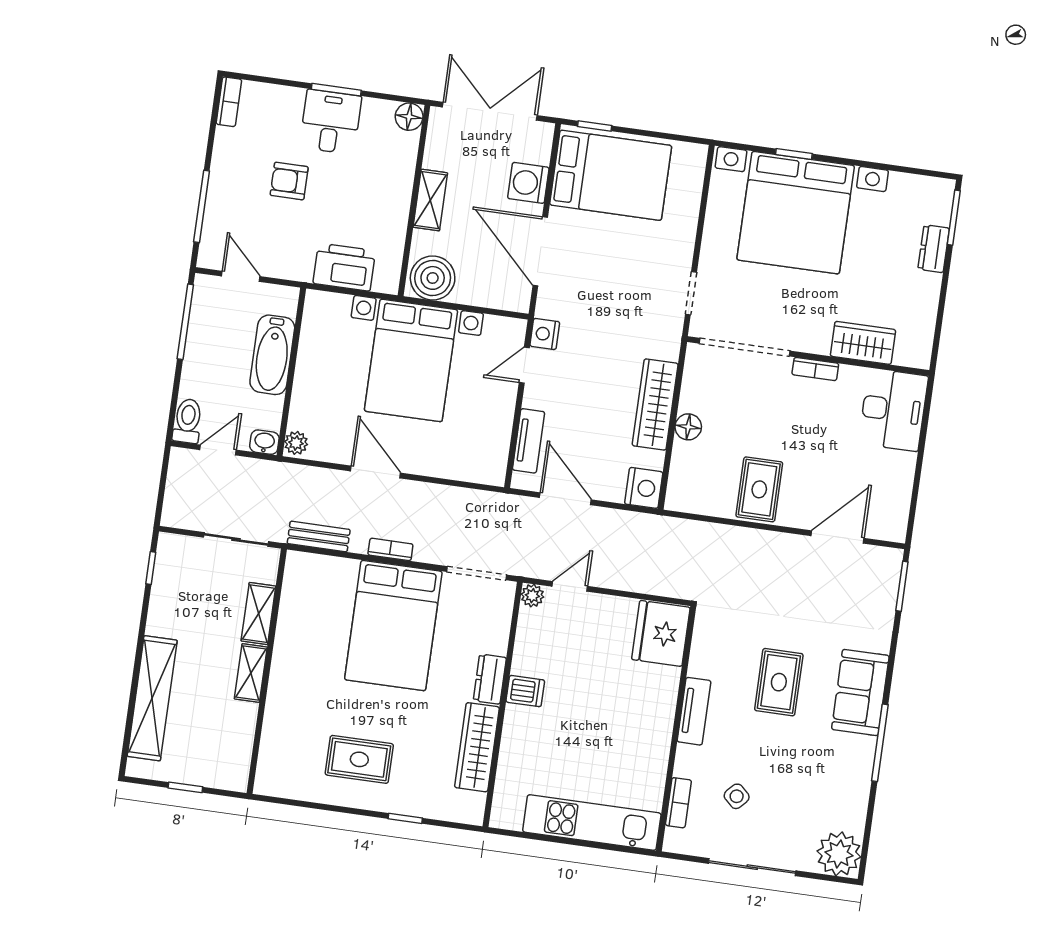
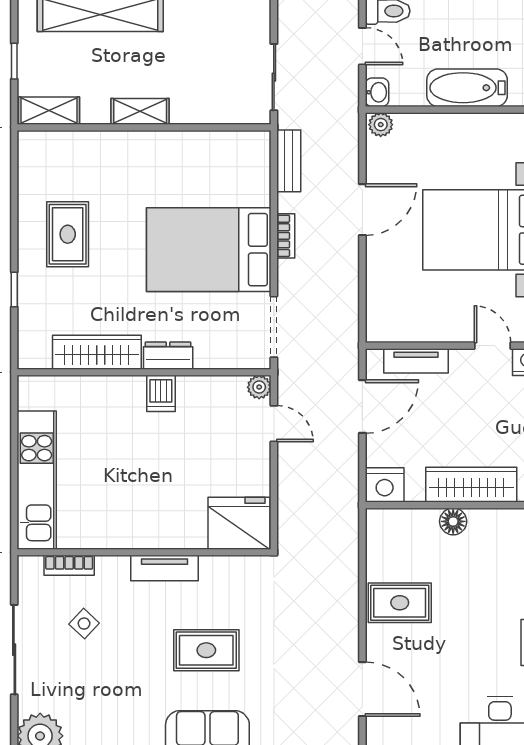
shelving: (258, 614) -> (49, 111), moved

